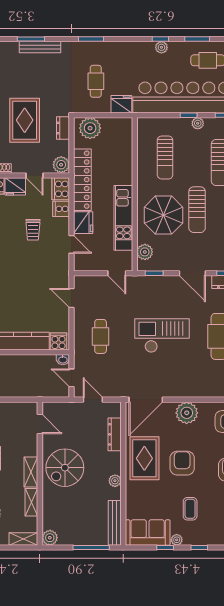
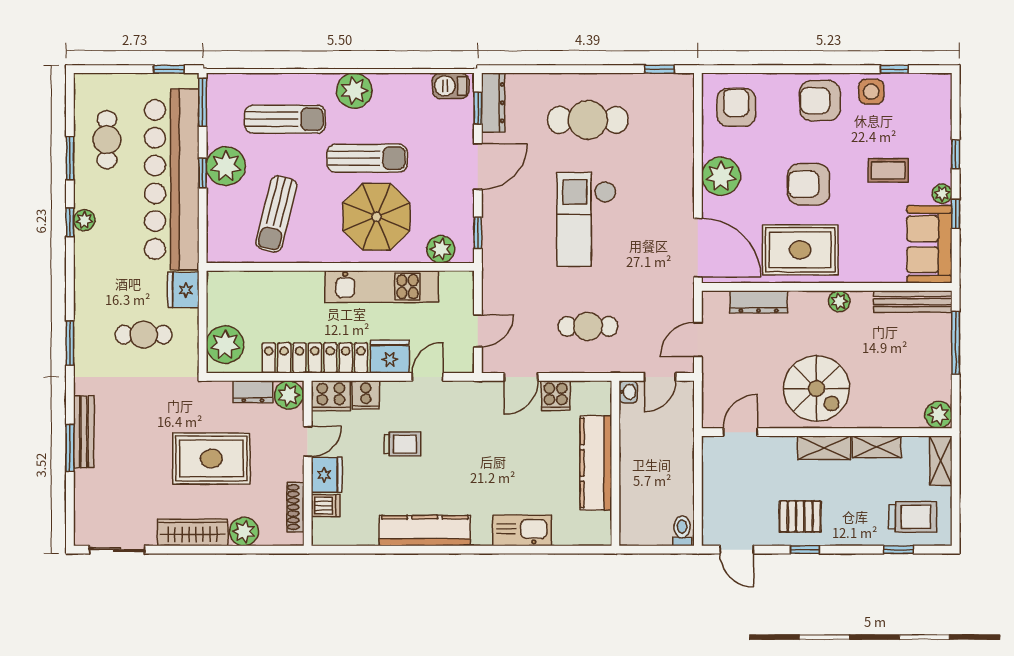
plant: (198, 123) -> (226, 166), width x1.88, depth x1.88
dresser: (63, 128) -> (253, 392), moved
sun lounger: (165, 157) -> (276, 214), turned 104
door: (117, 273) -> (478, 331), moved
cooker: (59, 341) -> (556, 396), moved, turned -90

